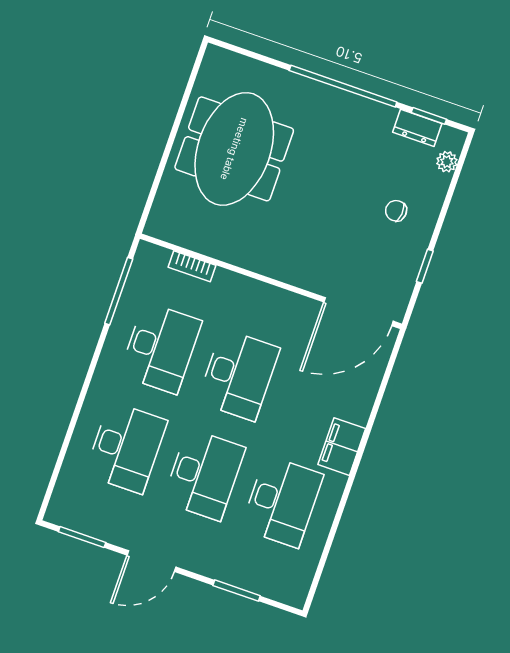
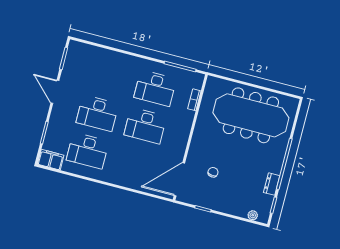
dresser: (417, 128) -> (272, 184), moved
meeting table: (234, 149) -> (251, 115), width x1.36
chair: (396, 211) -> (213, 172), moved
door: (358, 312) -> (179, 179), hinge flipped
desk: (126, 447) -> (107, 76), removed
filing cabinet: (342, 447) -> (51, 160), moved

